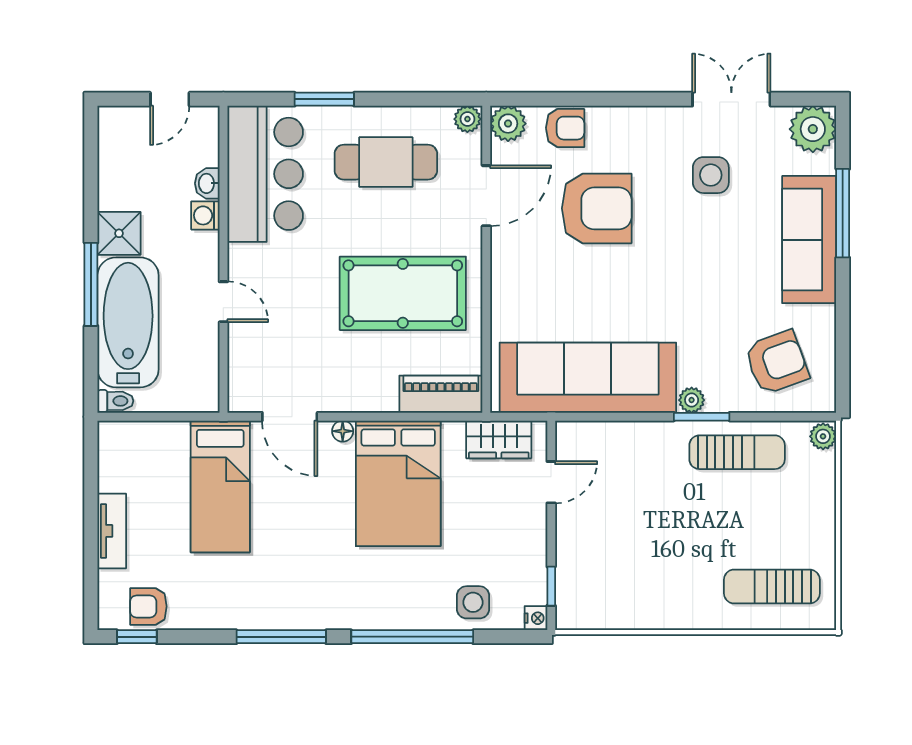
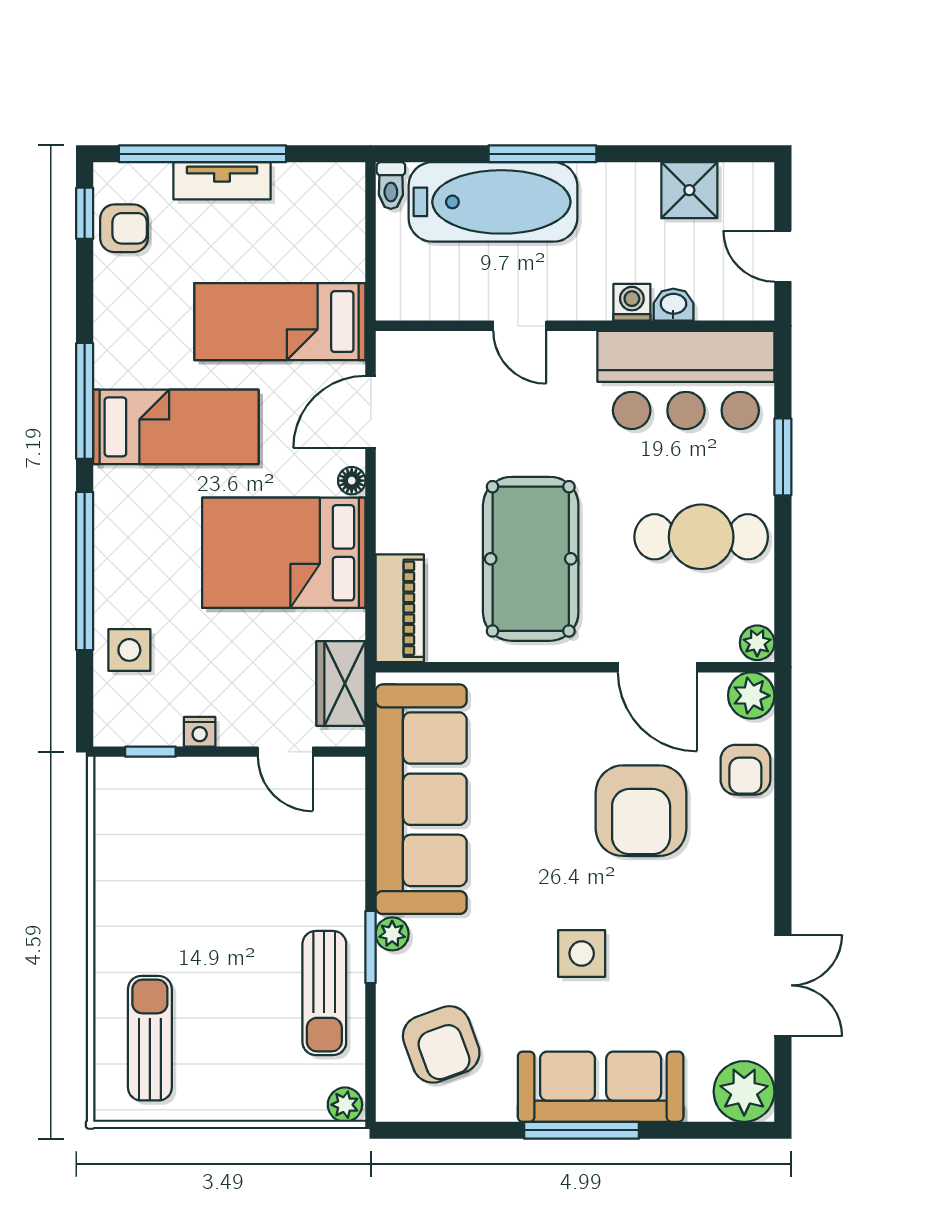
cafe table: (386, 162) -> (701, 537), turned 90
side table: (711, 175) -> (582, 953), moved
window: (843, 213) -> (581, 1130), moved
shower: (119, 233) -> (689, 190), moved
door: (223, 302) -> (520, 326), hinge flipped
window: (91, 546) -> (202, 154), added
bed: (301, 567) -> (176, 427), added
armchair: (148, 606) -> (124, 228), turned 90
nightstand: (536, 618) -> (200, 732), moved

